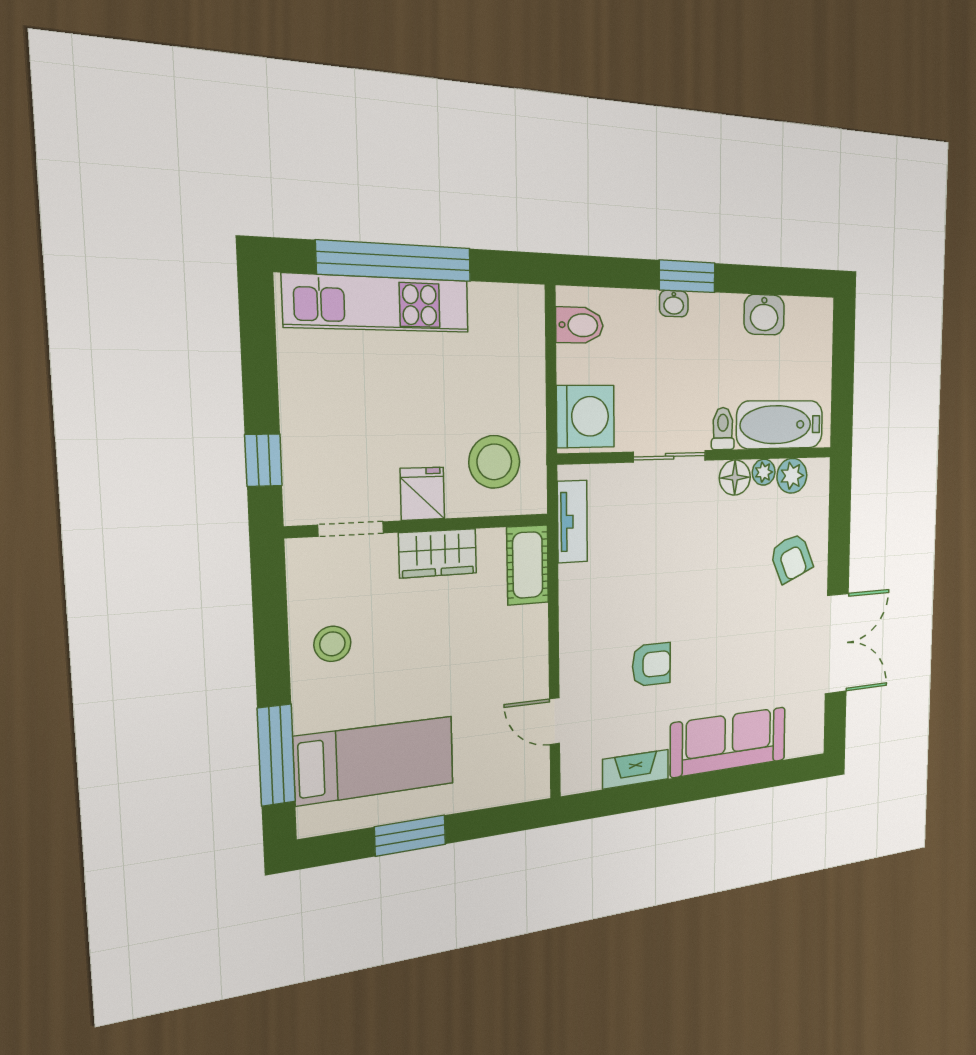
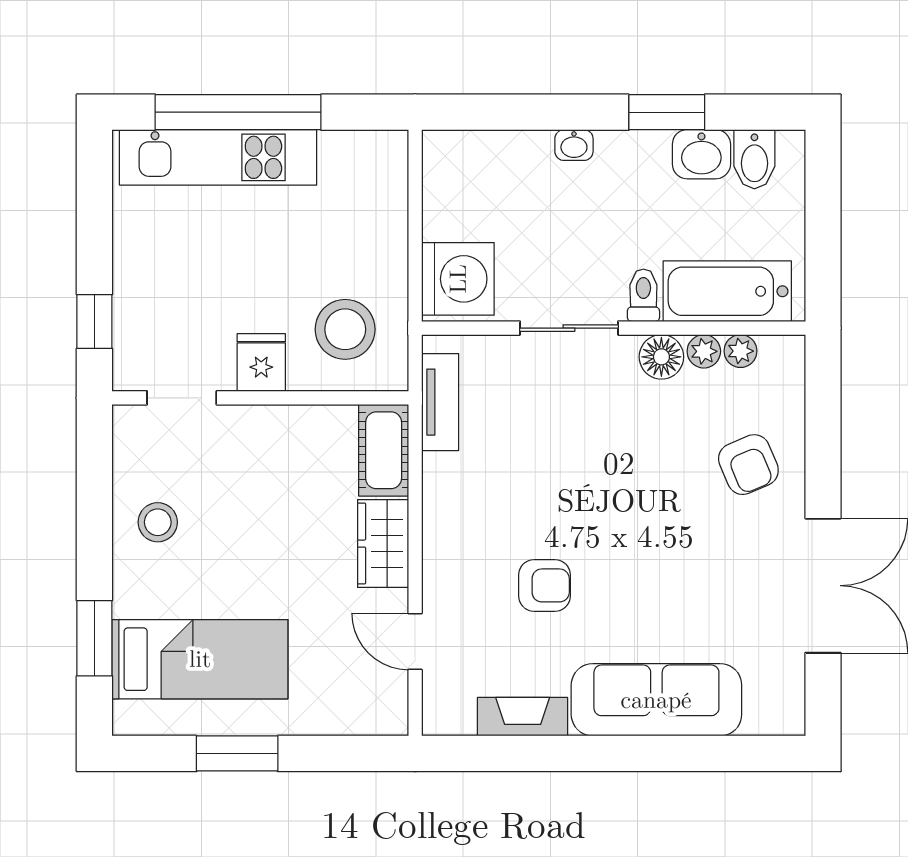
window: (687, 276) -> (667, 112), moved
bidet: (580, 325) -> (754, 159), moved, turned 90
plant: (792, 476) -> (740, 351), width x0.73, depth x0.73
wardrobe: (438, 553) -> (383, 544), moved, turned 90
window: (276, 755) -> (94, 638), width x0.69

